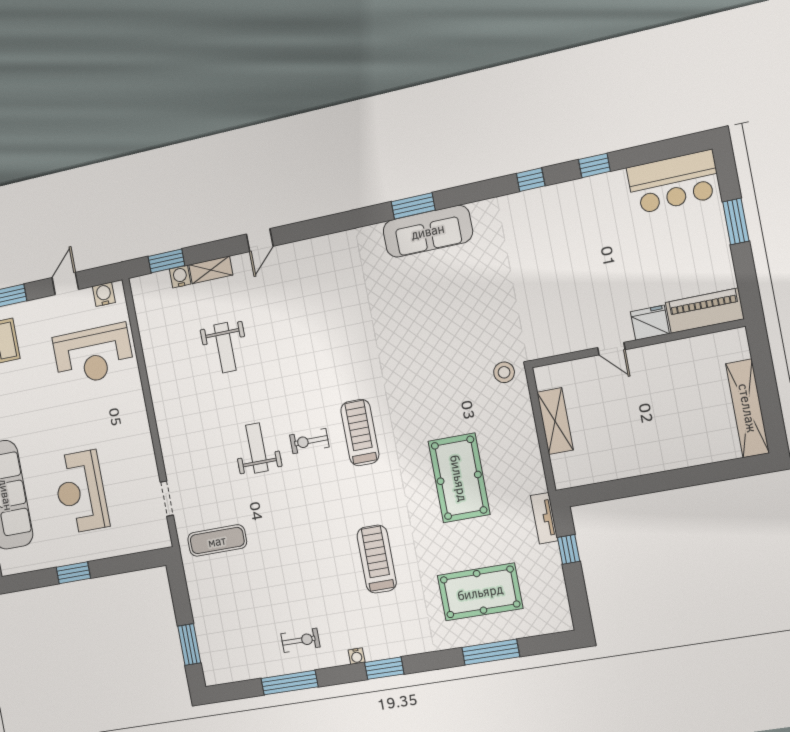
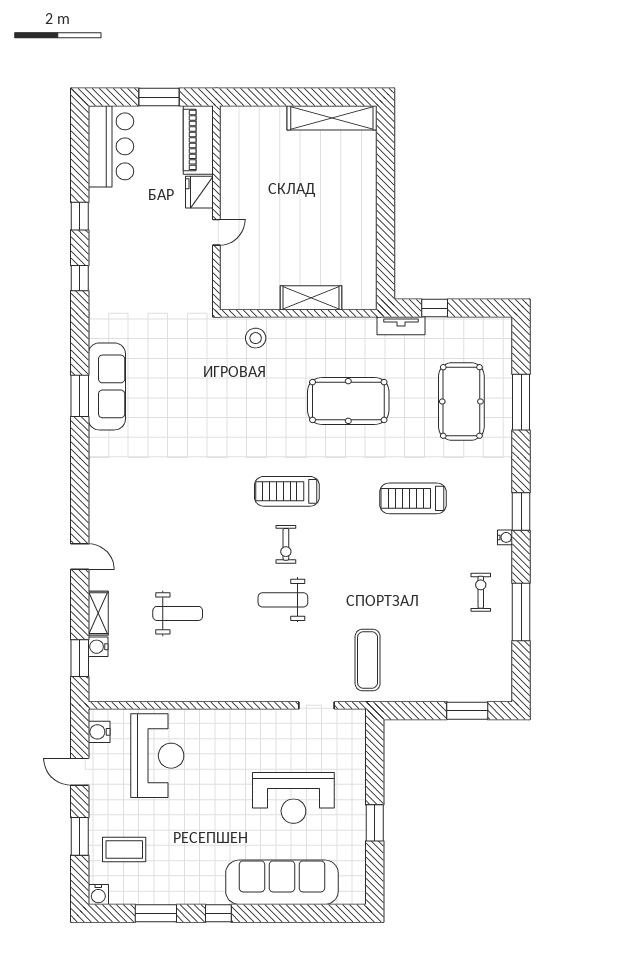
piano: (705, 311) -> (198, 140), moved
fridge: (650, 323) -> (199, 192), moved
wall: (637, 344) -> (216, 208), moved
door: (611, 349) -> (216, 232), moved

